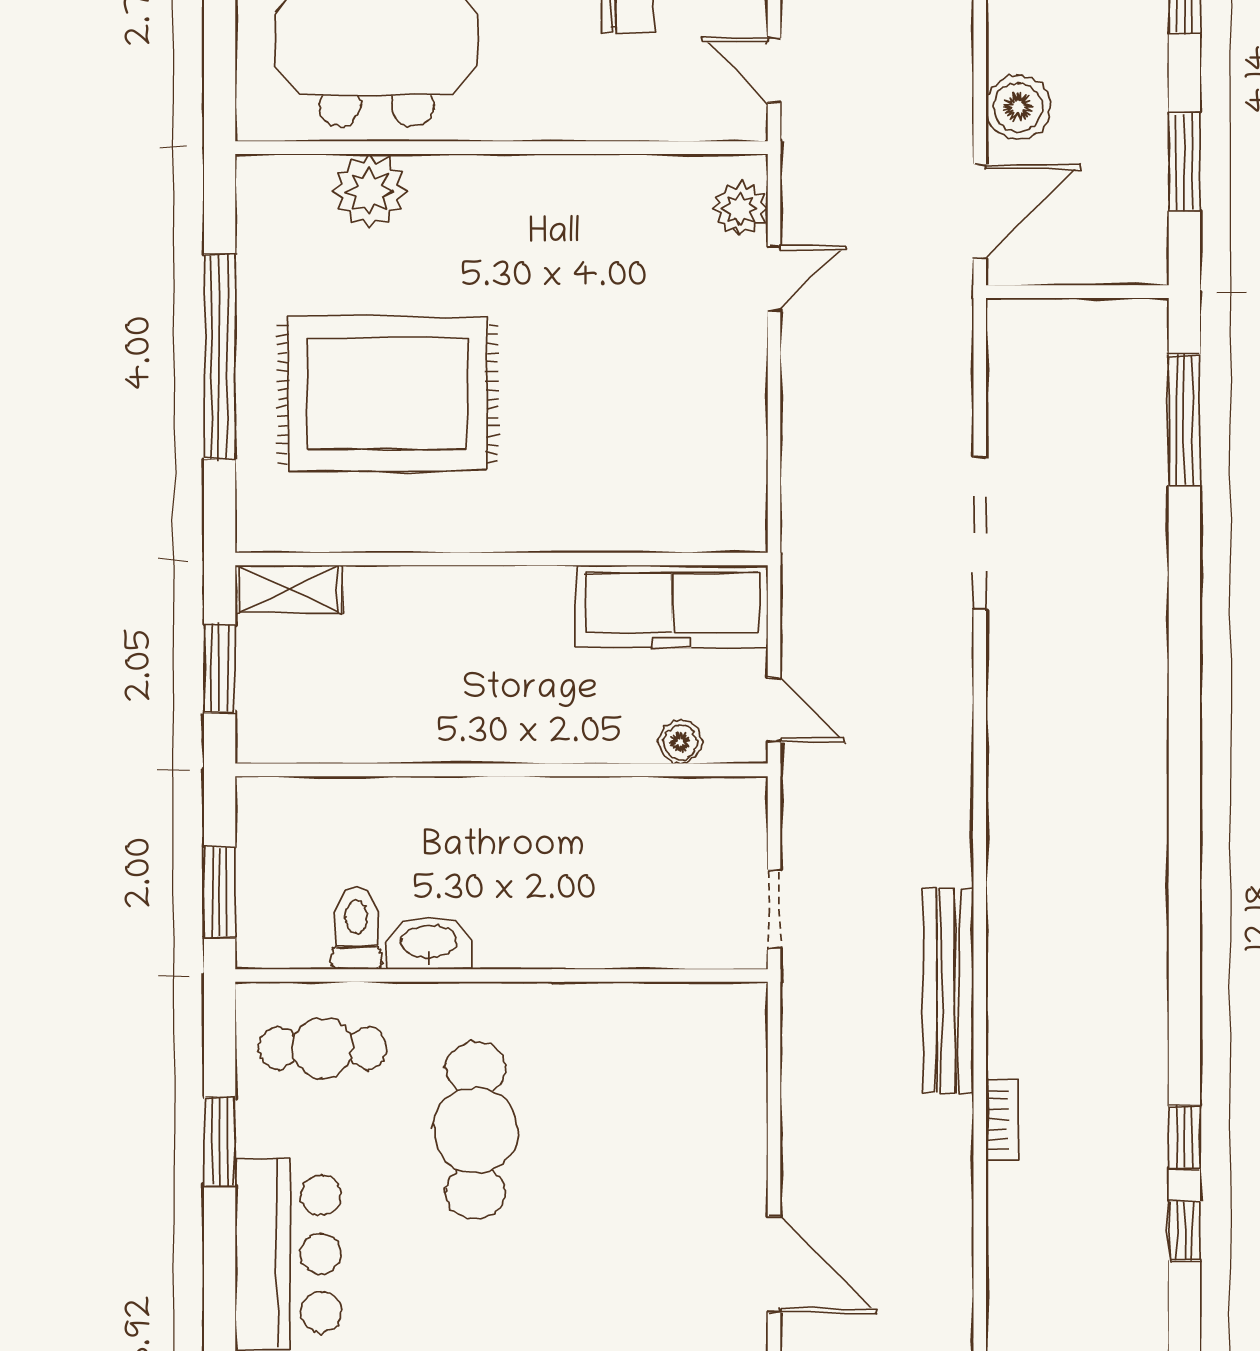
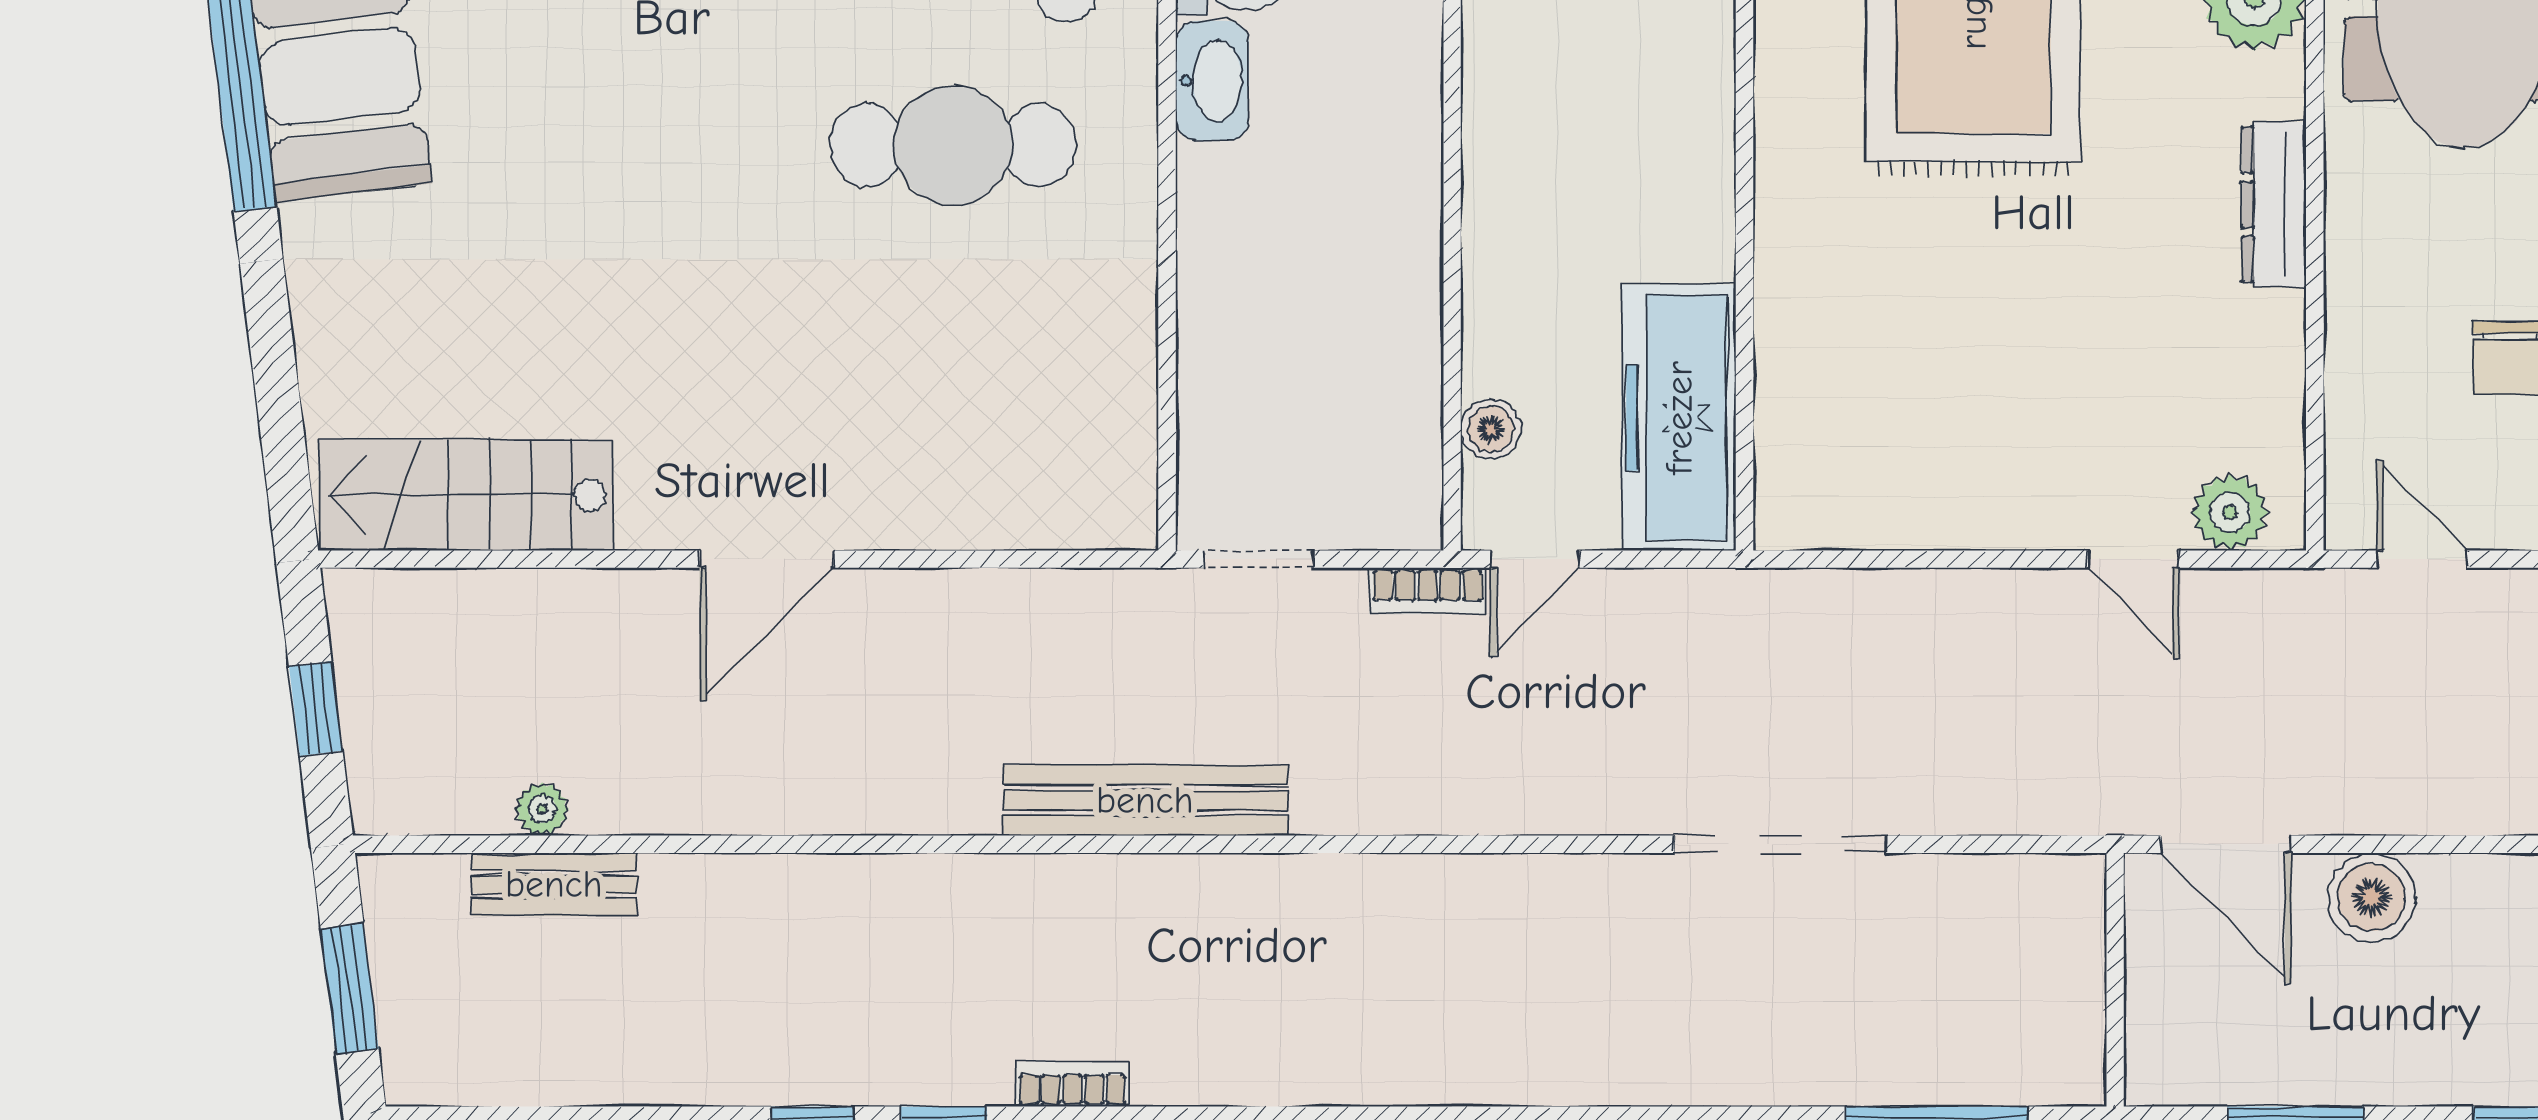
door: (774, 70) -> (2422, 559), hinge flipped
dresser: (518, 177) -> (2274, 205), added
bookcase: (797, 787) -> (1428, 591), added
bookcase: (1002, 1120) -> (1072, 1084), moved, turned 180

